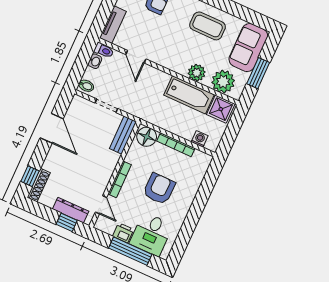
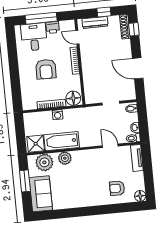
coffee table: (208, 26) -> (75, 192), removed
bench: (123, 135) -> (89, 90), removed
washing machine: (200, 139) -> (58, 115), moved
window: (67, 222) -> (104, 12), moved

